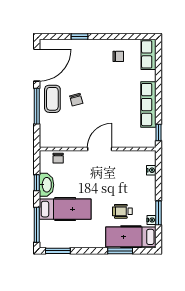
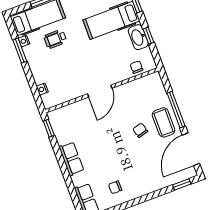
window: (79, 36) -> (182, 184), moved
row of seats: (148, 105) -> (71, 159), width x0.68
wheelchair: (122, 211) -> (55, 39), turned 180

